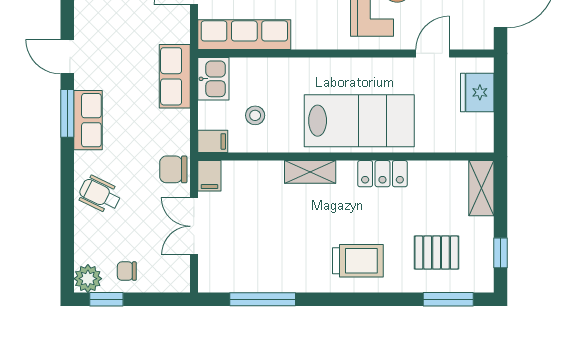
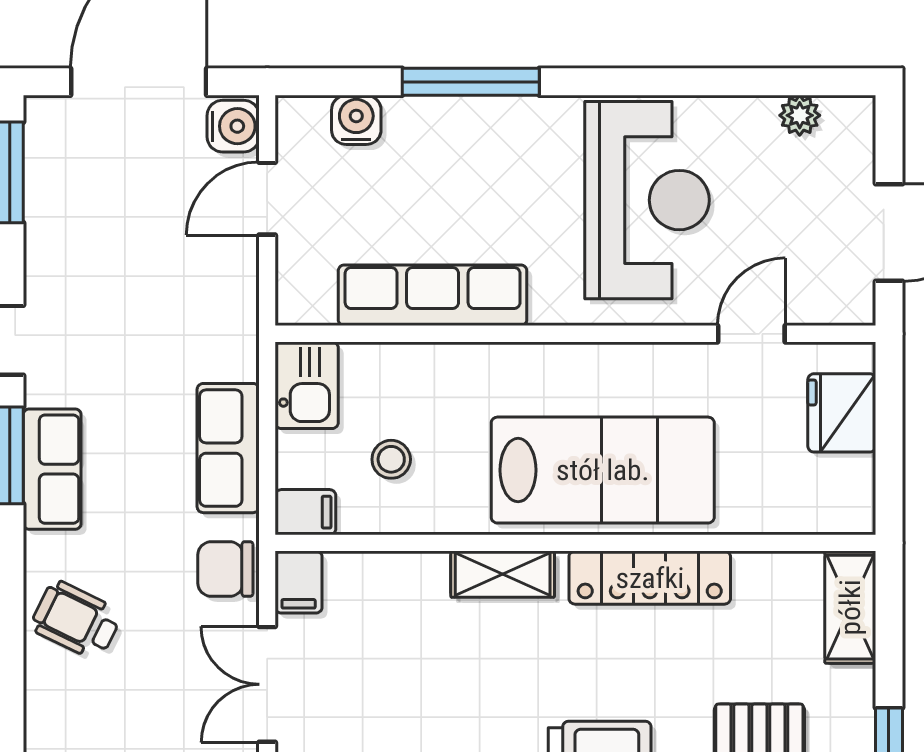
row of seats: (244, 35) -> (433, 295), moved
row of seats: (175, 76) -> (228, 448), moved
locker: (382, 174) -> (650, 578), width x1.53

